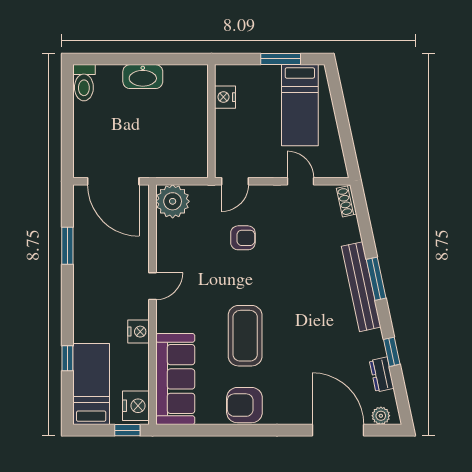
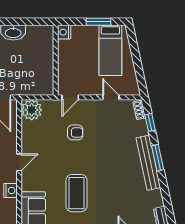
nightstand: (225, 97) -> (64, 32), moved
window: (392, 352) -> (150, 122), moved

